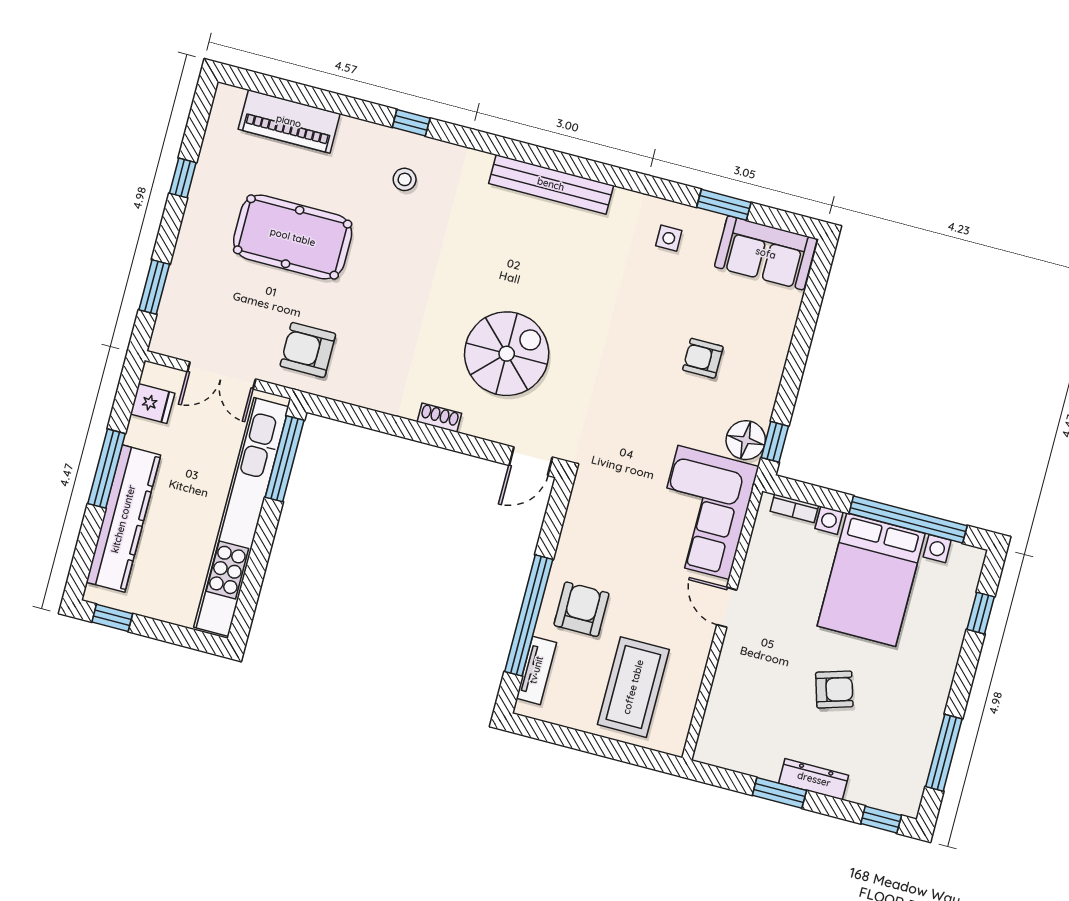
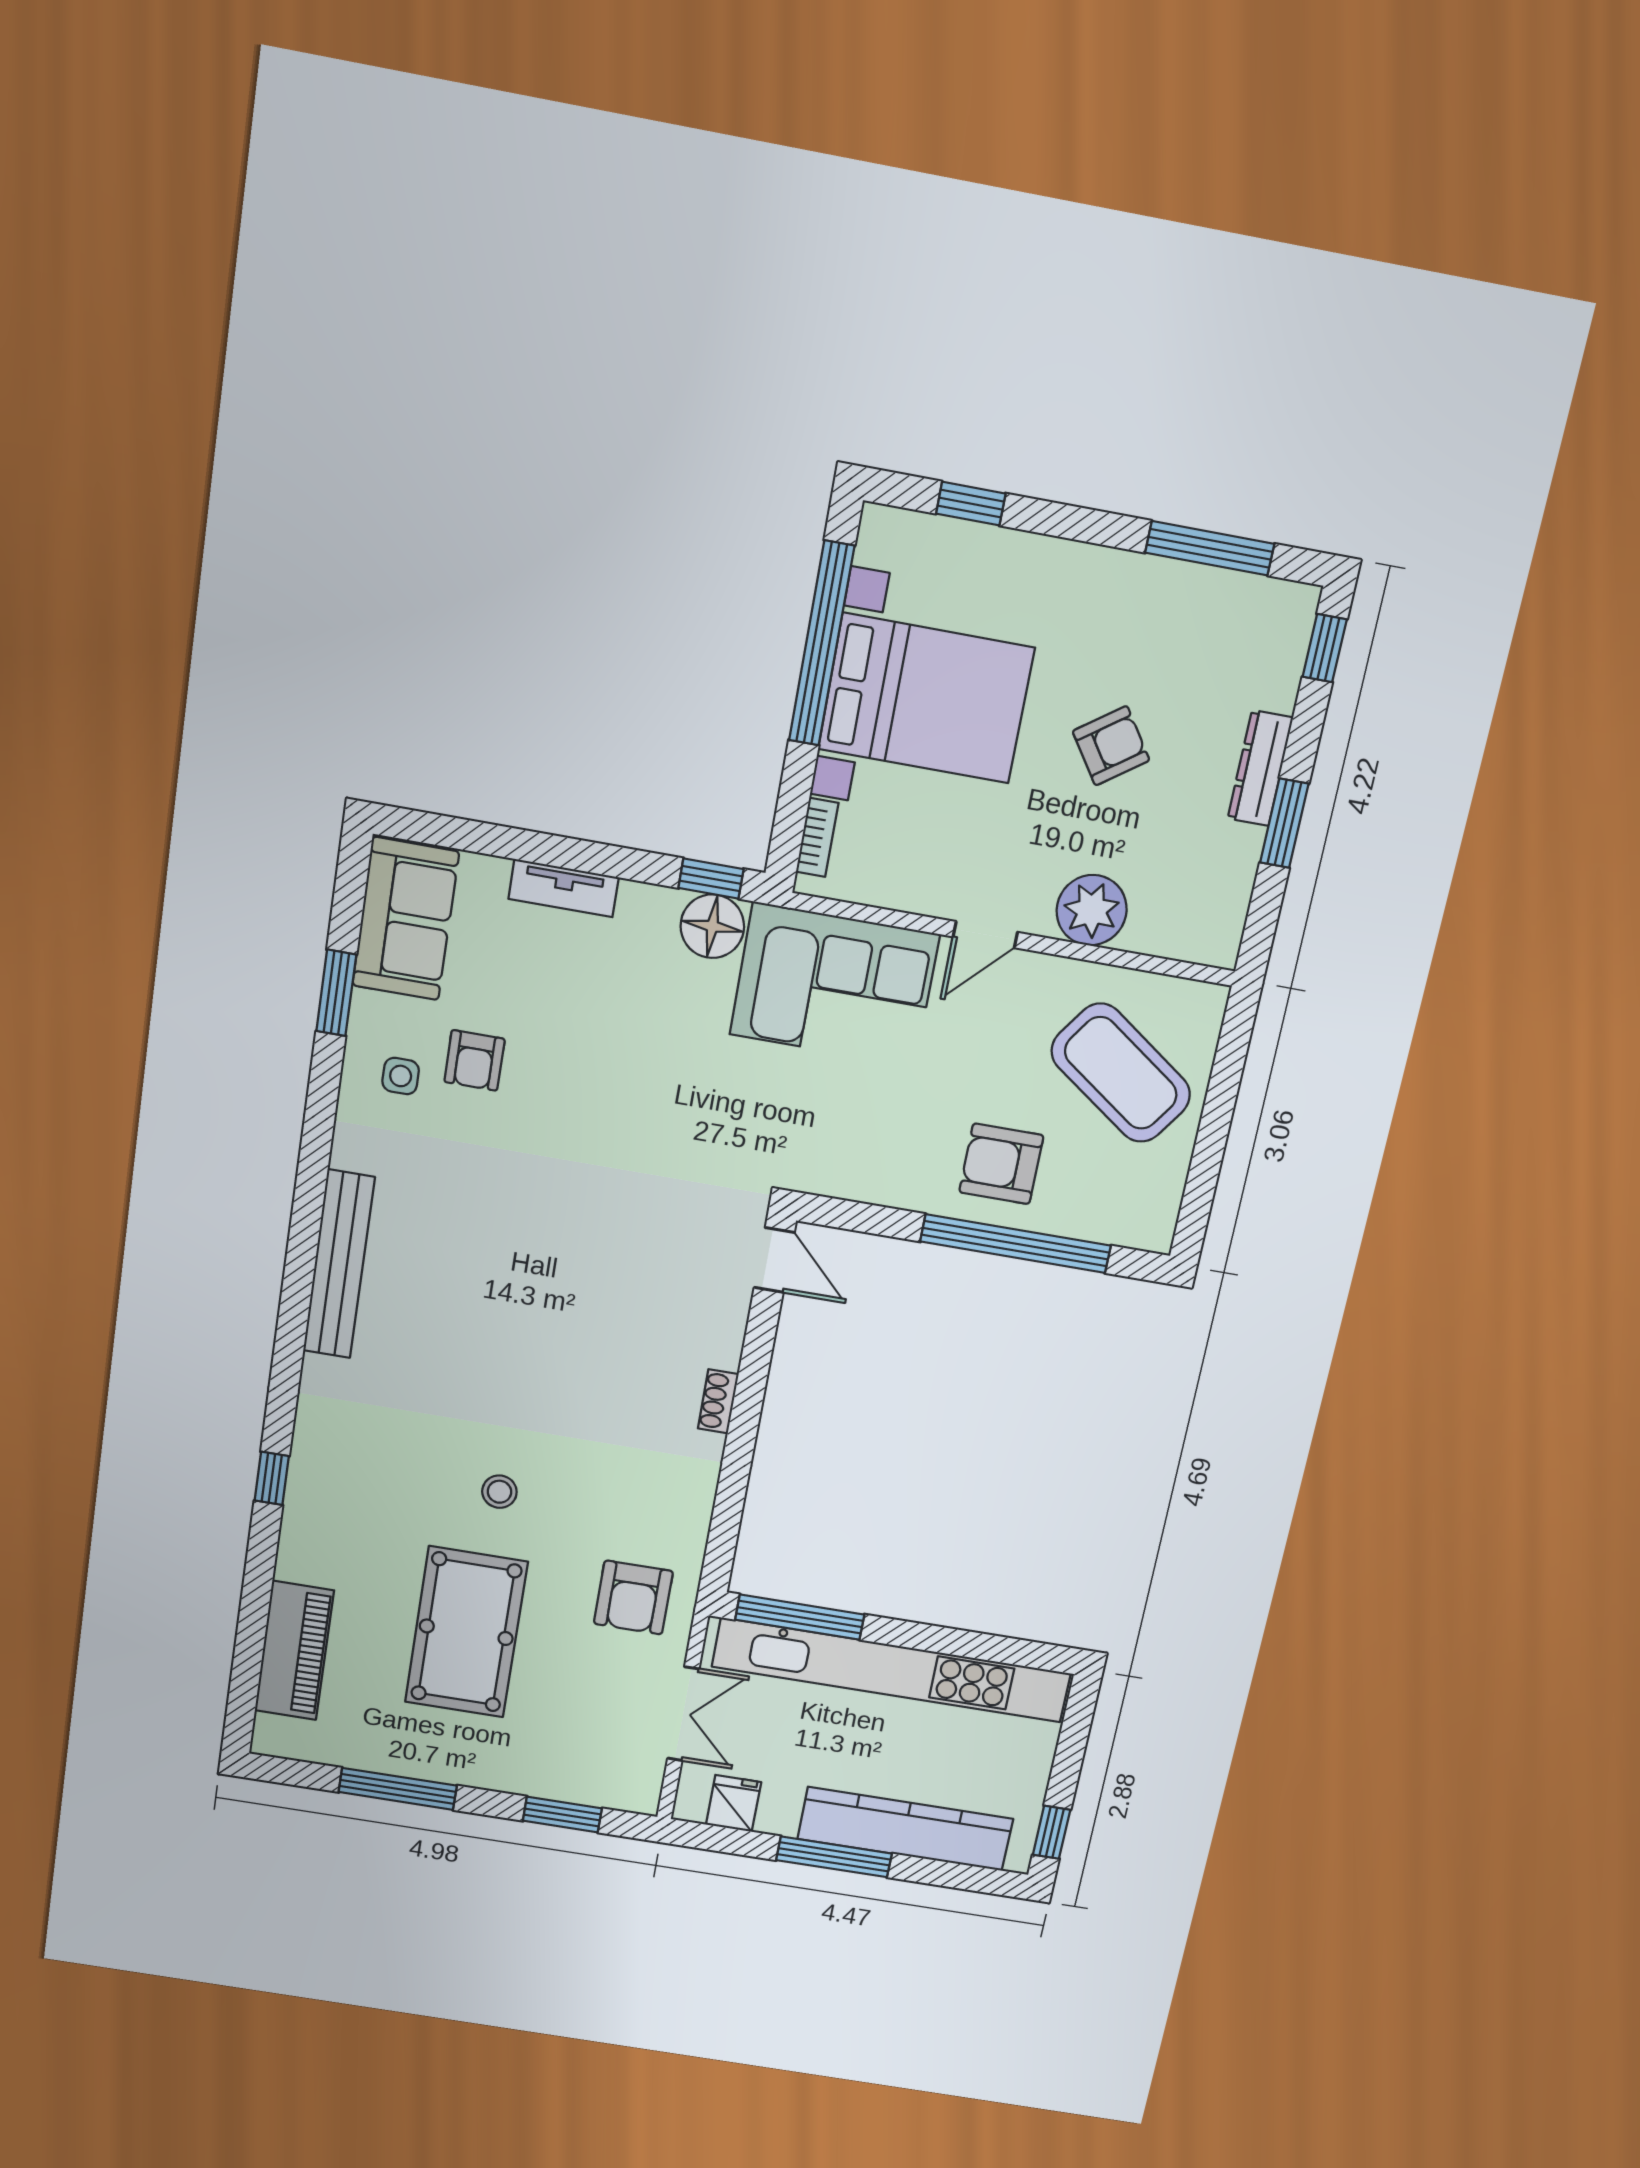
window: (183, 178) -> (398, 1789), width x2.17
stool: (405, 179) -> (499, 1492), moved
spiral stairs: (507, 354) -> (610, 1310), removed
armchair: (703, 358) -> (474, 1060), moved
tv unit: (536, 670) -> (564, 888), moved, turned 180
plant: (736, 673) -> (1092, 910), added
coffee table: (633, 687) -> (1121, 1073), turned 35
armchair: (834, 690) -> (1111, 746), turned 72

